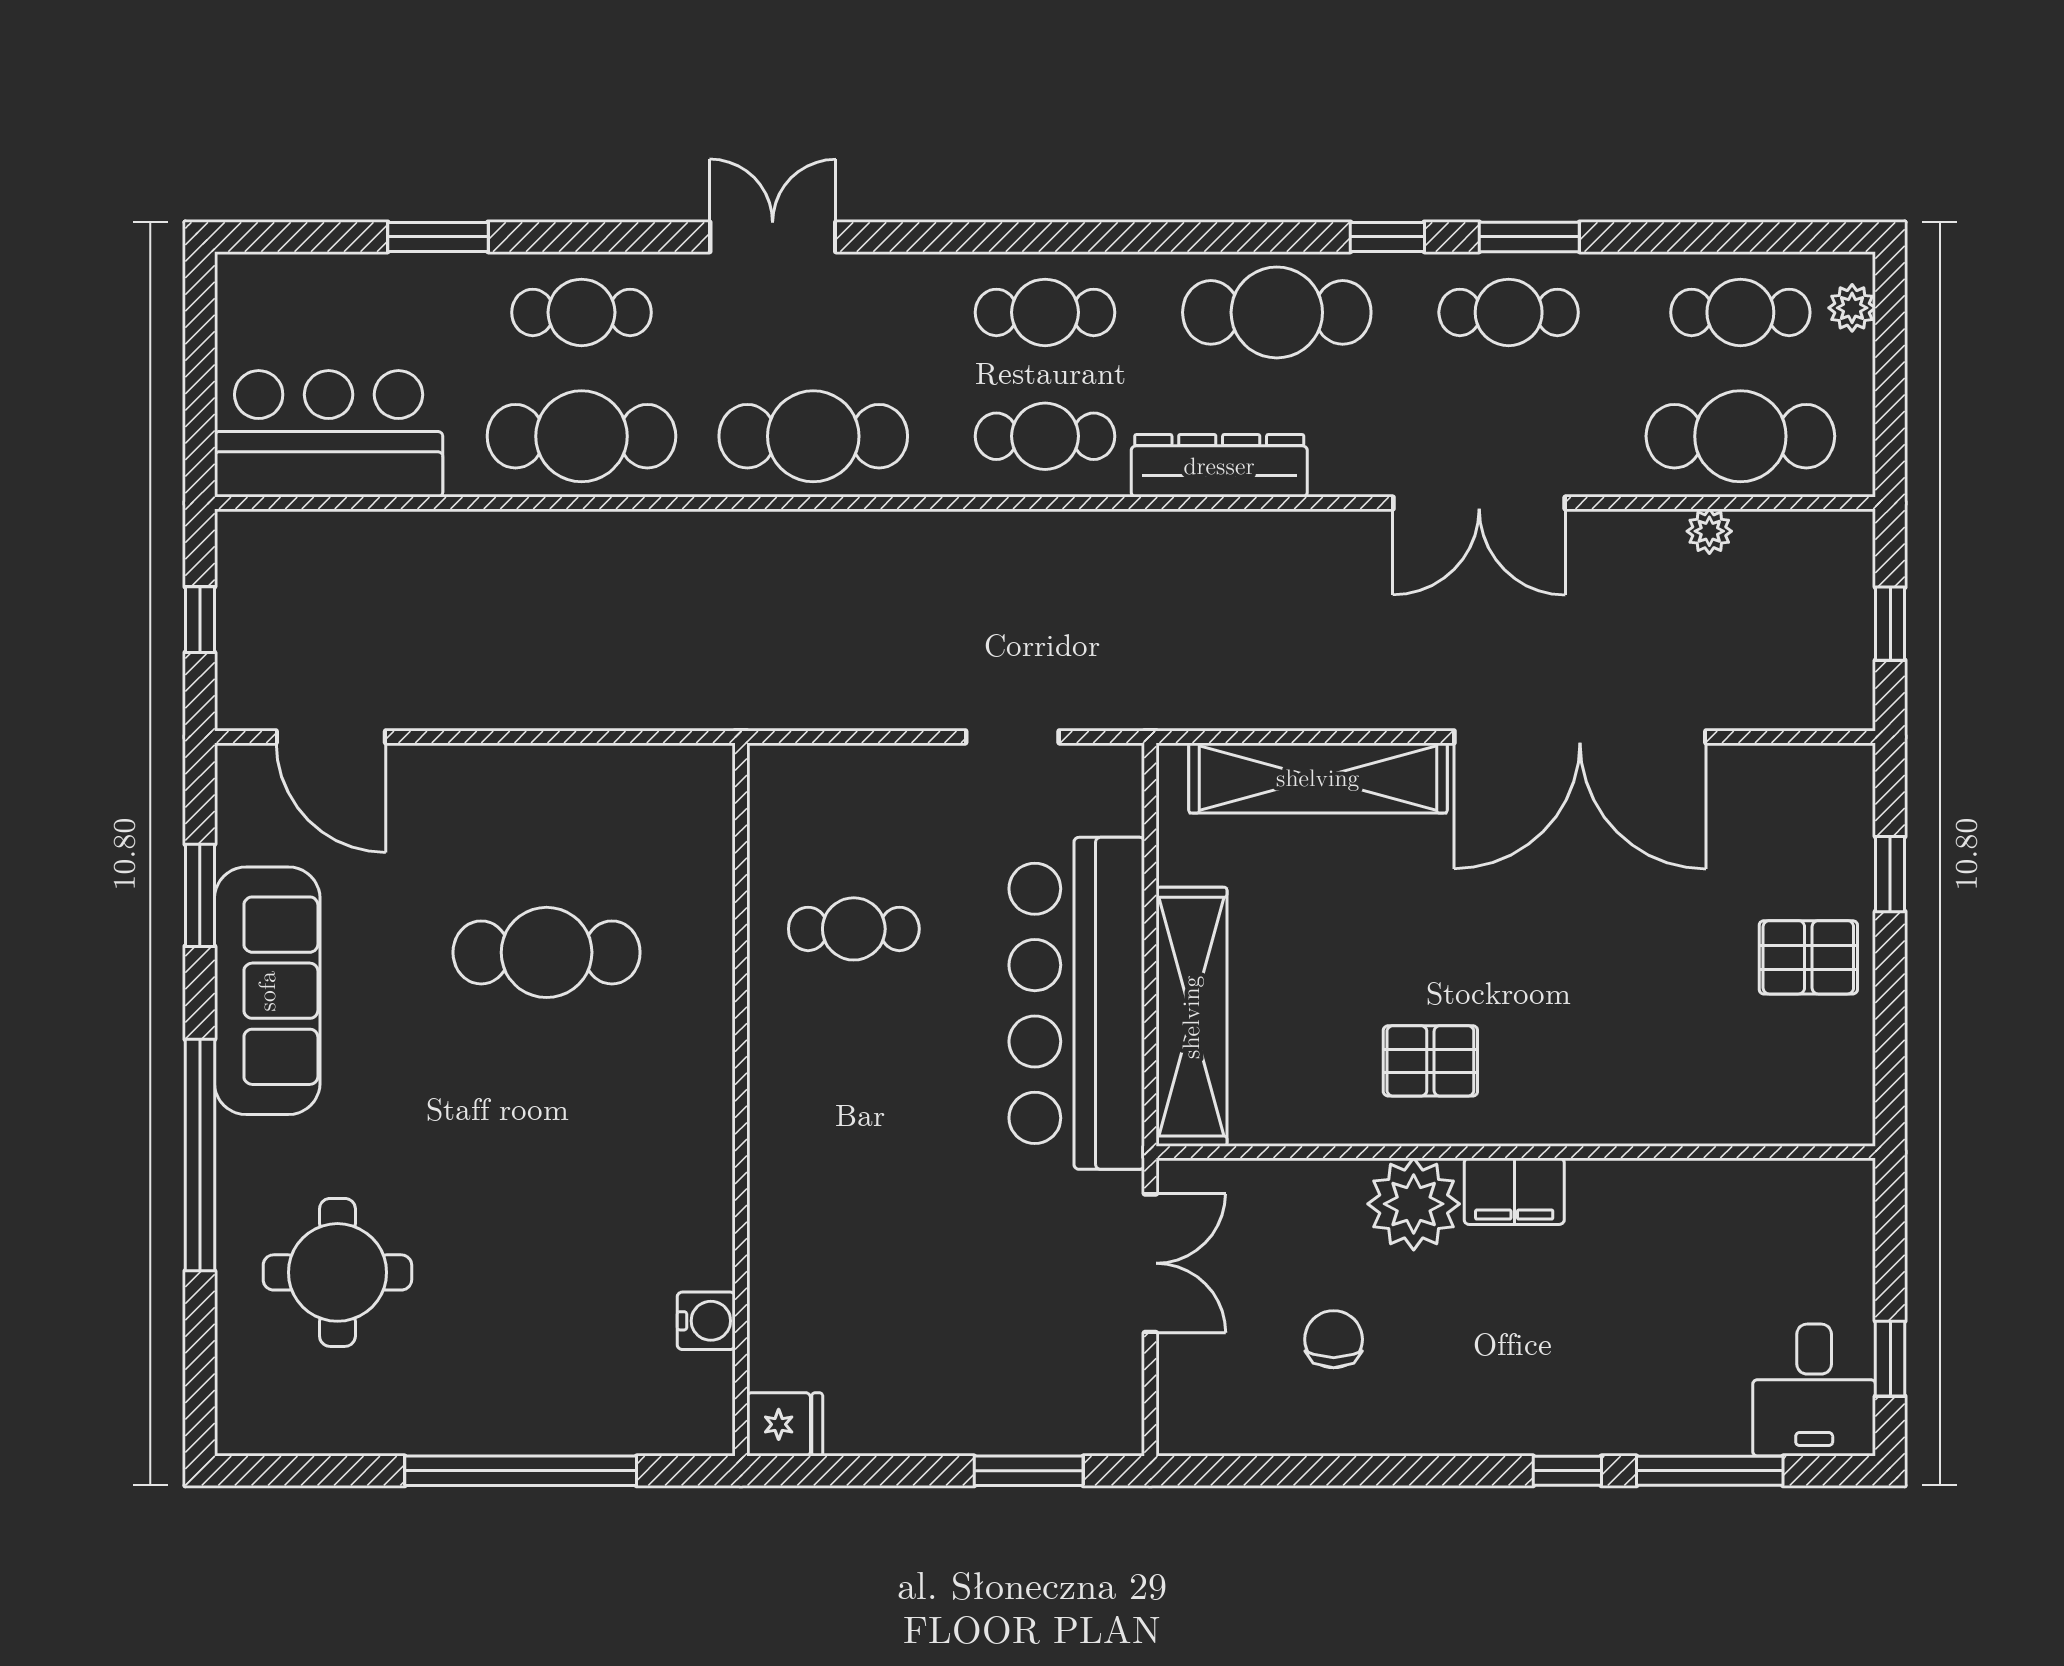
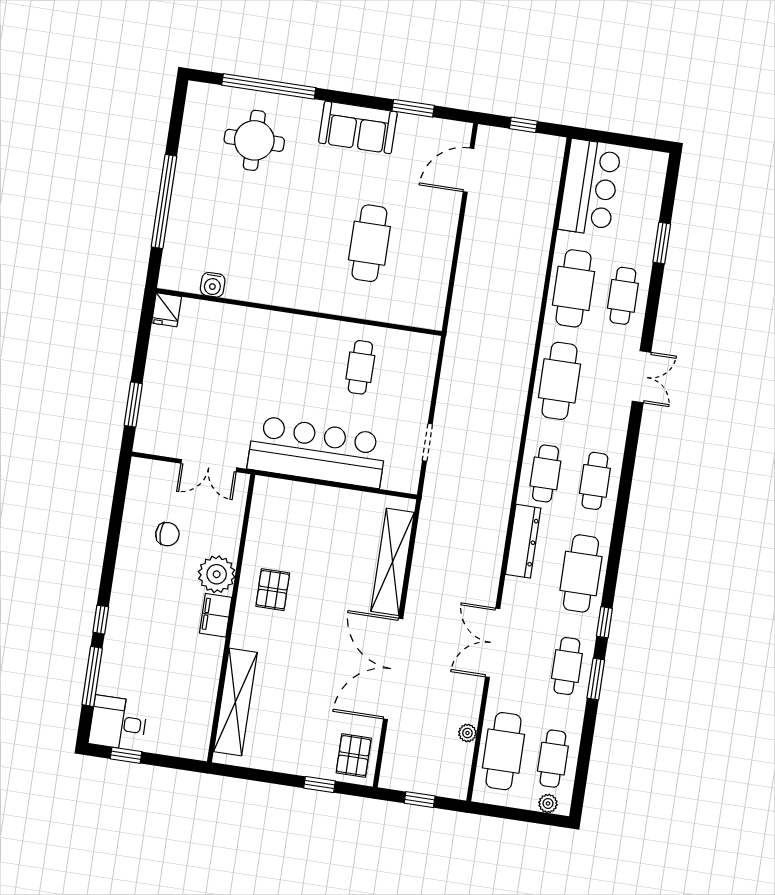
pallet: (1808, 957) -> (354, 756), moved
sofa: (267, 991) -> (358, 127), width x0.73
shelving: (1191, 1017) -> (235, 702), moved, turned 90
window: (200, 1155) -> (269, 86), moved

